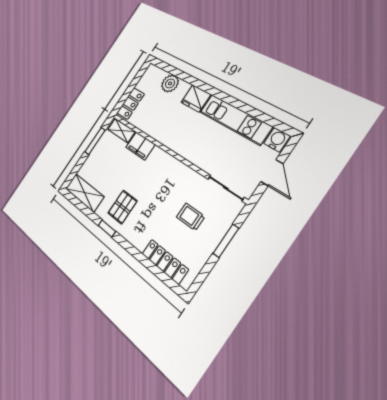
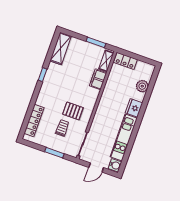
pallet: (122, 207) -> (73, 111), moved

